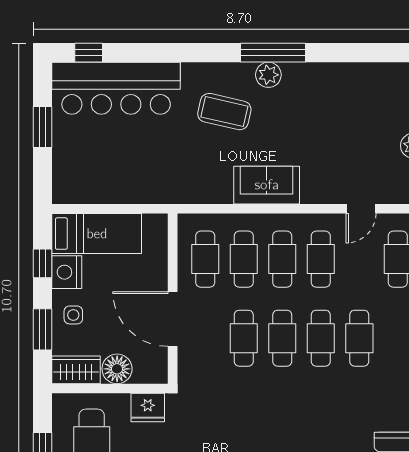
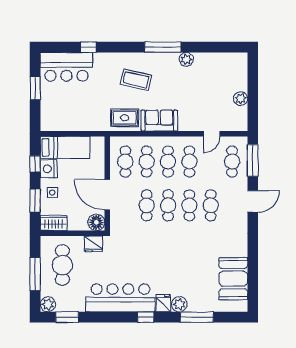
window: (89, 53) -> (88, 47), moved
plant: (268, 75) -> (186, 59), moved
bar counter: (116, 88) -> (66, 67), width x0.73
rug: (204, 180) -> (125, 118), added
floor lamp: (117, 369) -> (96, 222), moved

